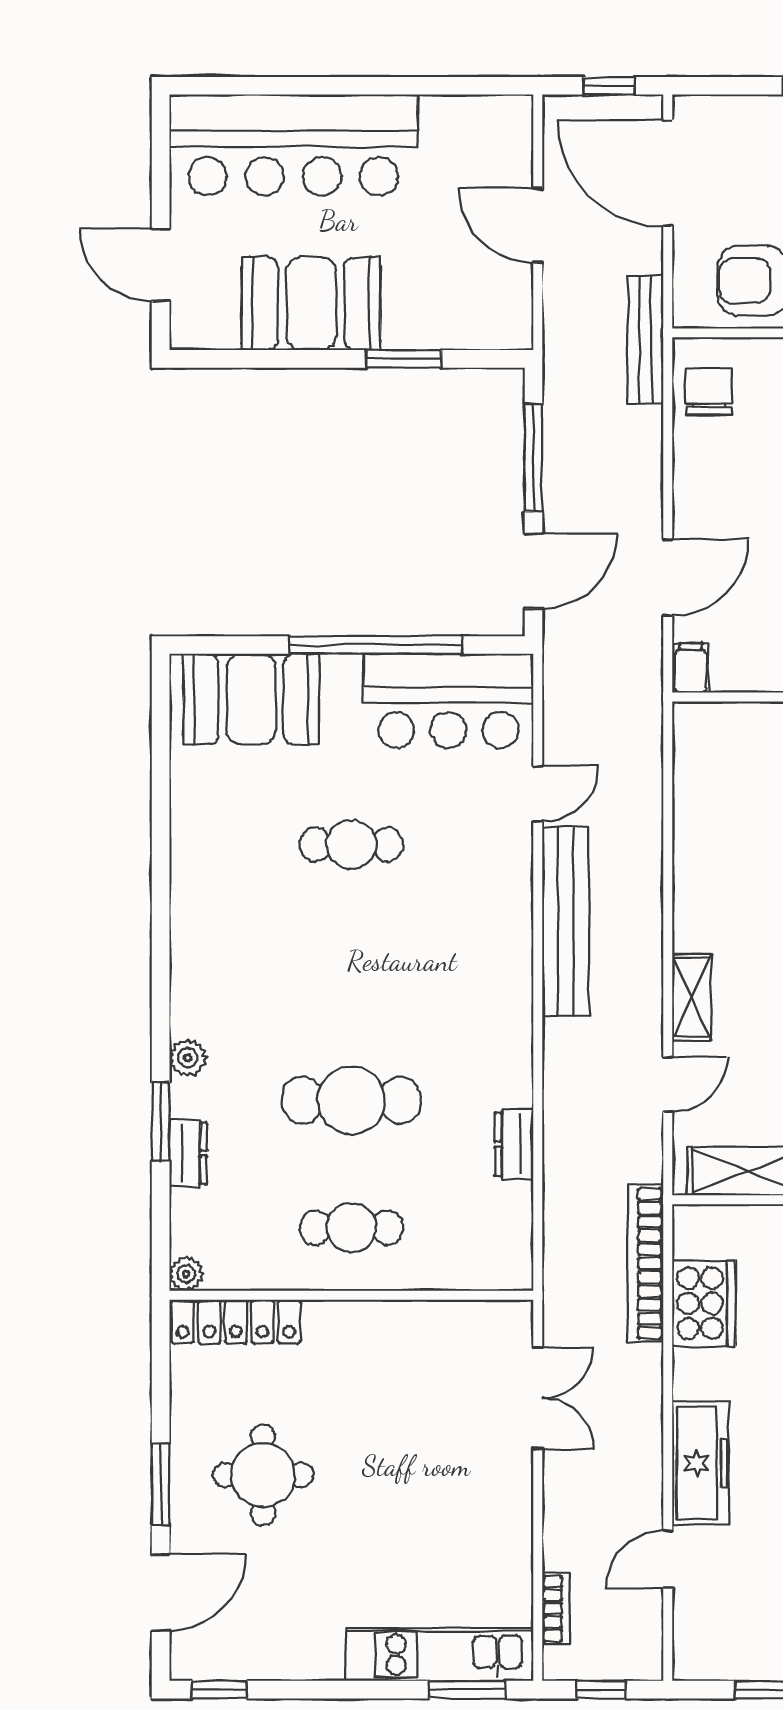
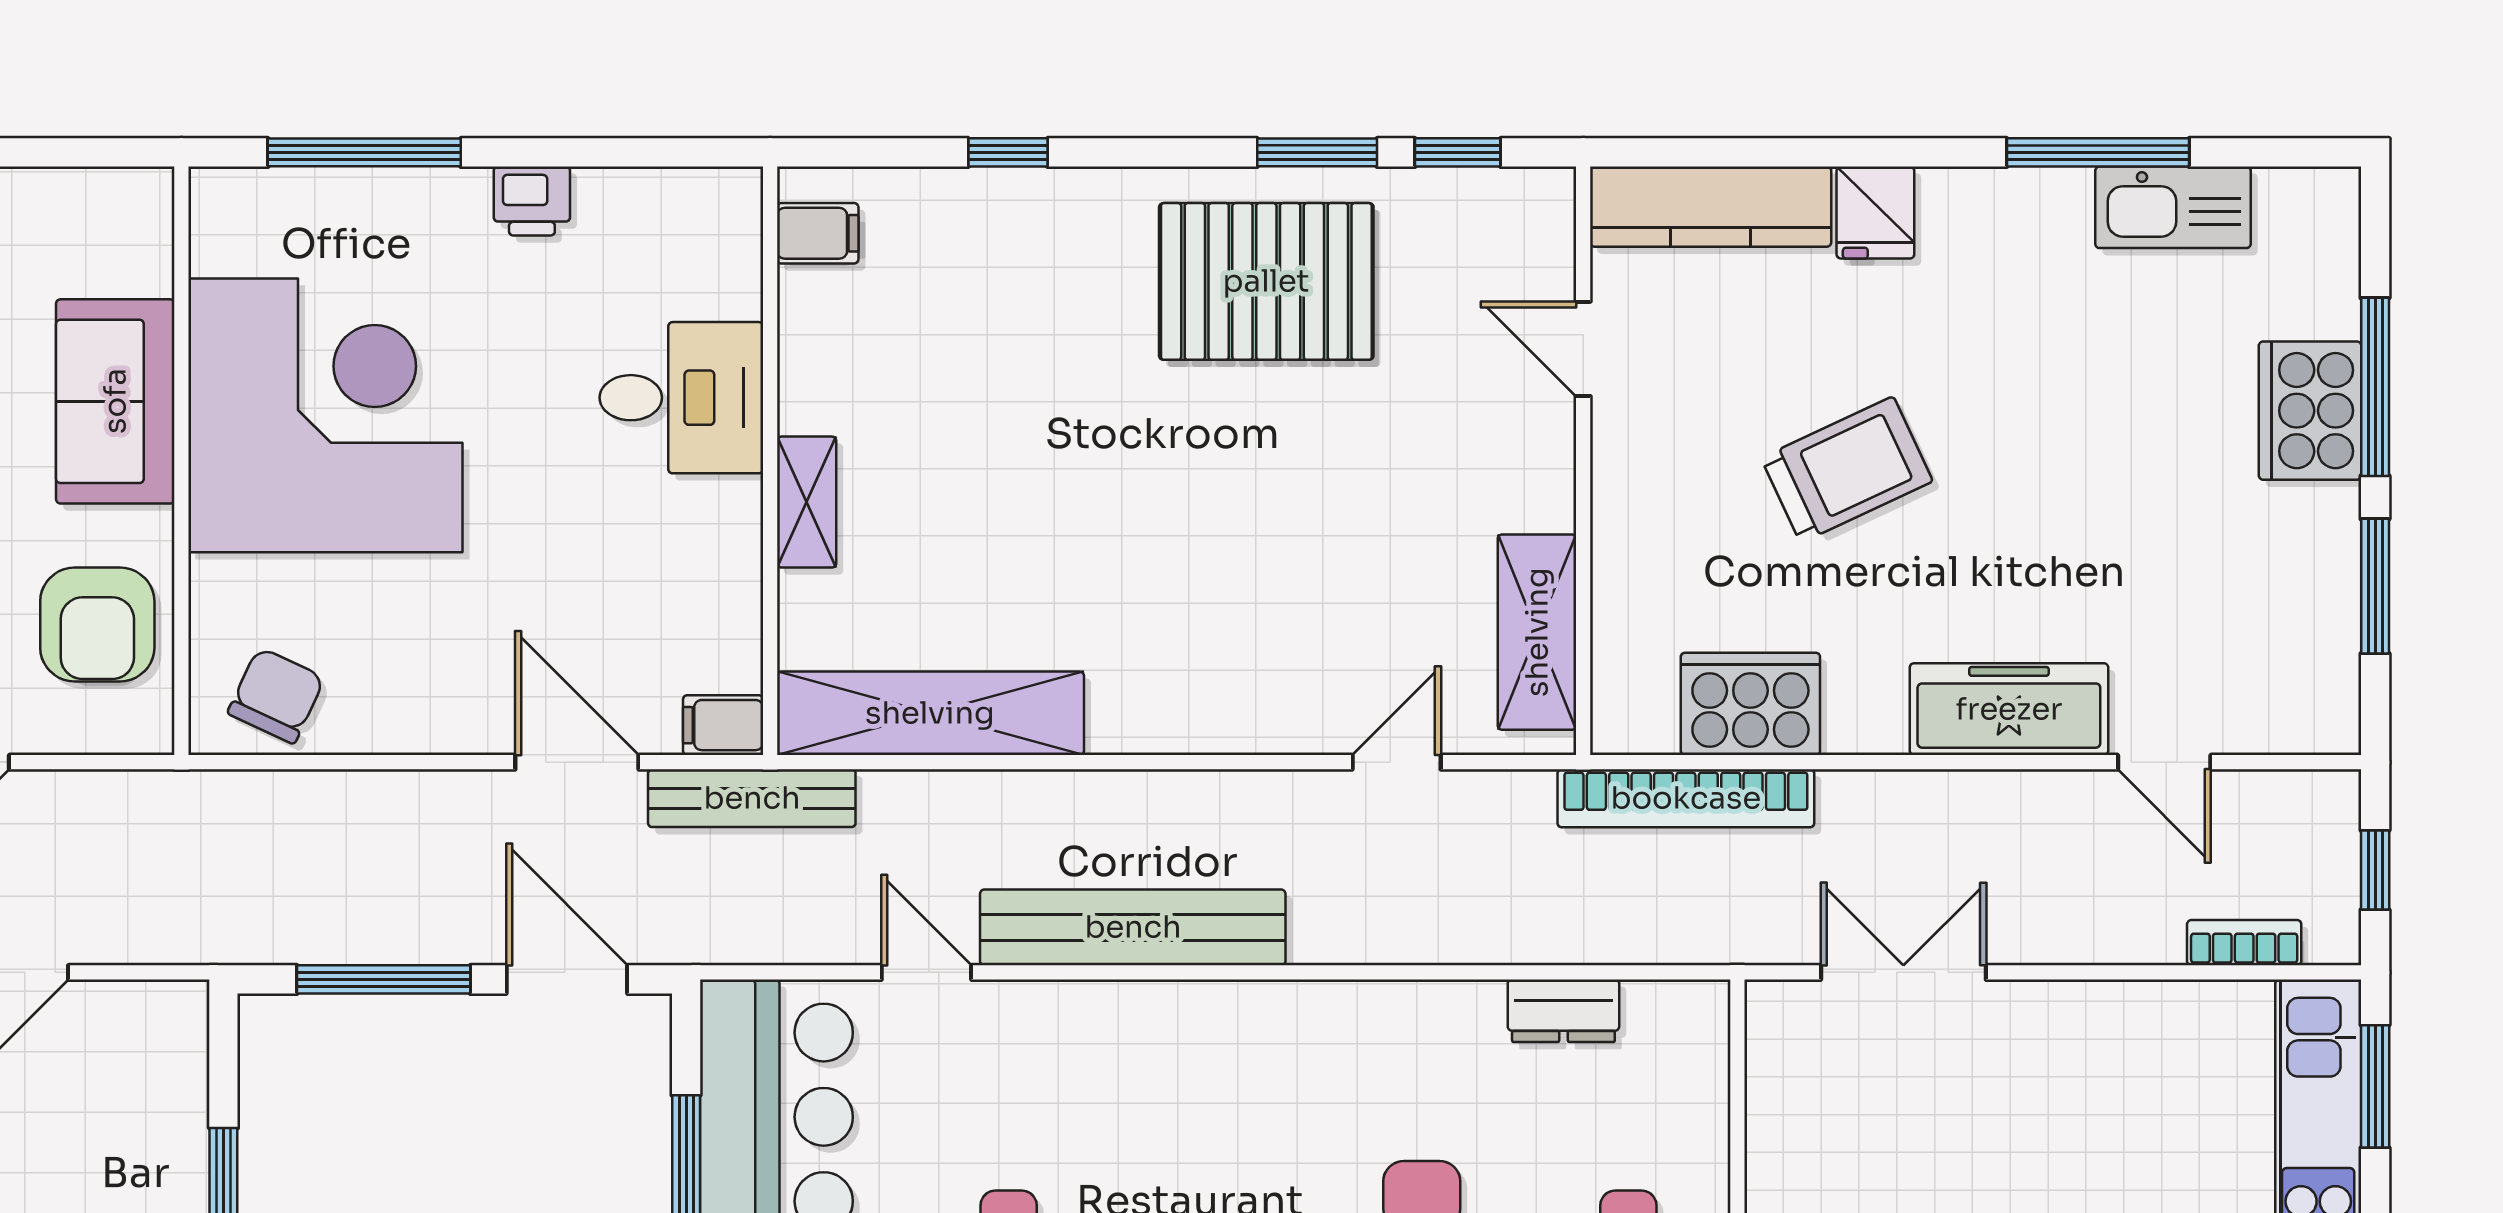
bench: (646, 340) -> (752, 798), moved
chair: (709, 391) -> (276, 695), turned 115
shelving: (692, 997) -> (930, 713), moved, width x2.20, depth x1.33
door: (668, 1084) -> (1397, 762), hinge flipped
dresser: (514, 1144) -> (1563, 1011), moved

